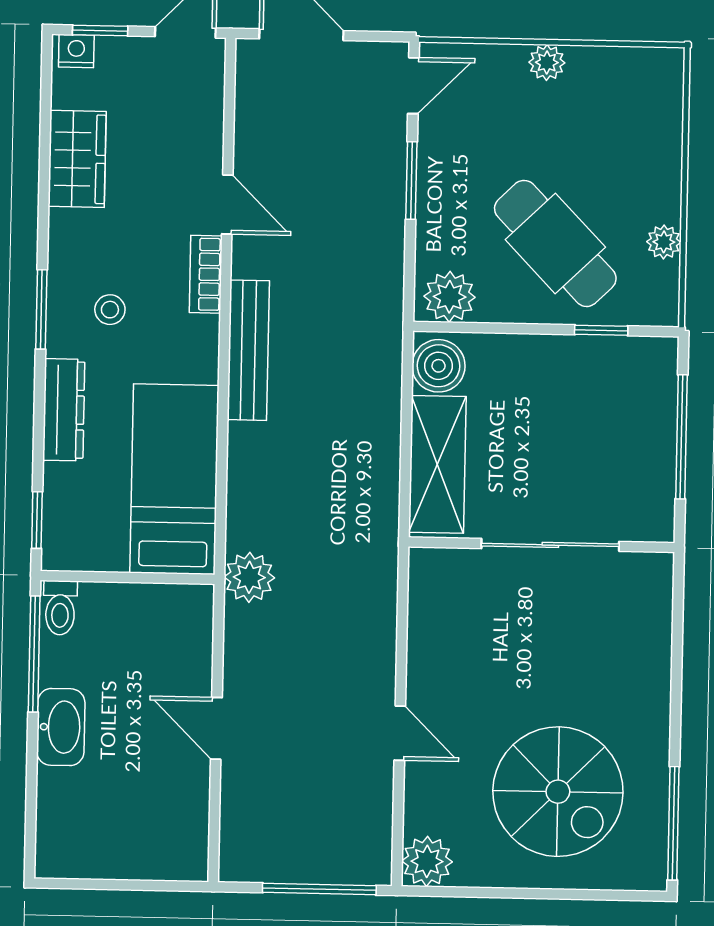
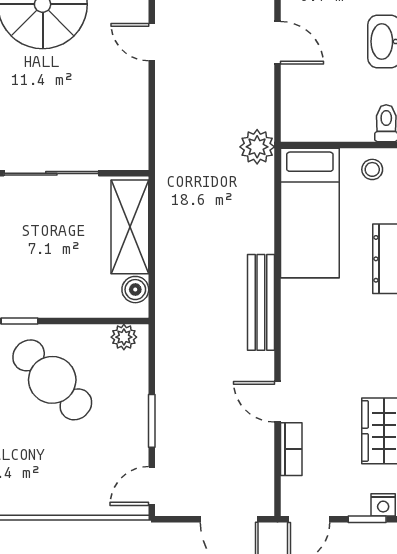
plant: (547, 62) -> (61, 504), removed
bookcase: (206, 274) -> (291, 449), moved
plant: (450, 297) -> (124, 337), width x0.73, depth x0.73
stool: (110, 310) -> (372, 169), moved
boiler: (439, 366) -> (135, 290), width x0.73, depth x0.73

